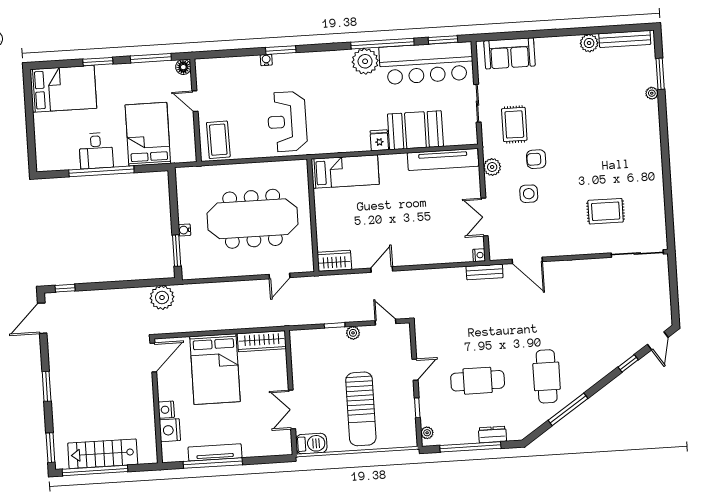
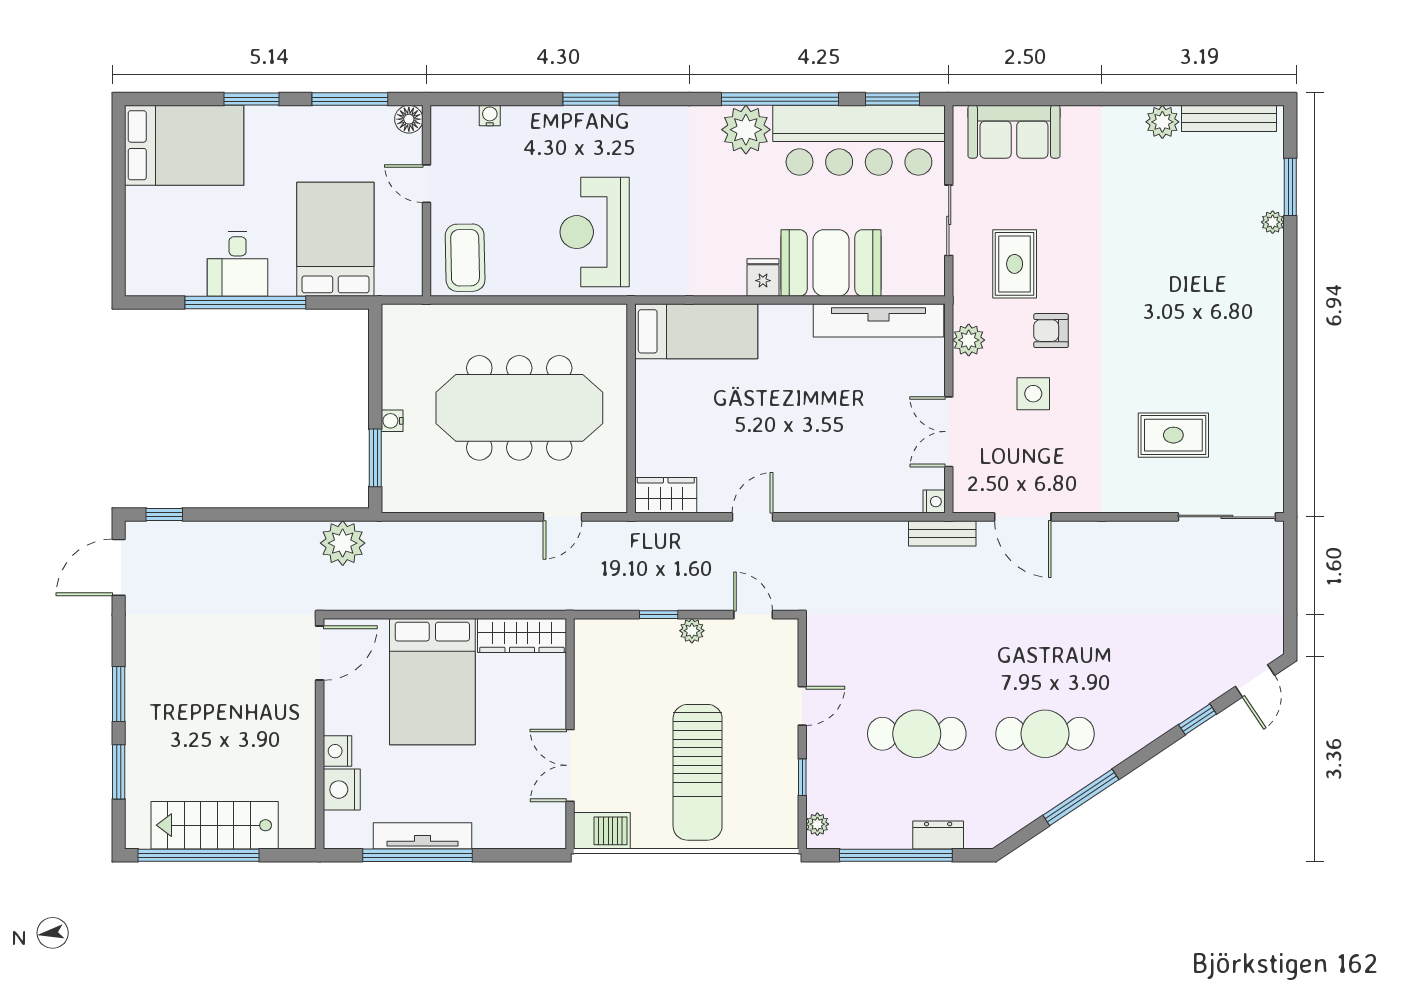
water cooler: (266, 60) -> (490, 116), moved
cafe table: (547, 376) -> (1045, 734), turned 90
window: (50, 448) -> (119, 772), moved

